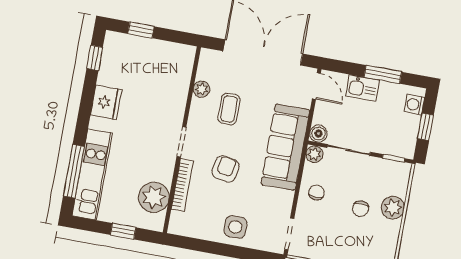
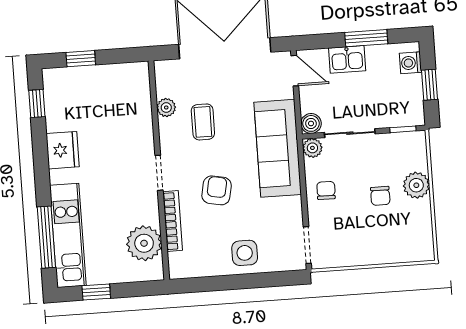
window: (123, 231) -> (96, 292), moved

